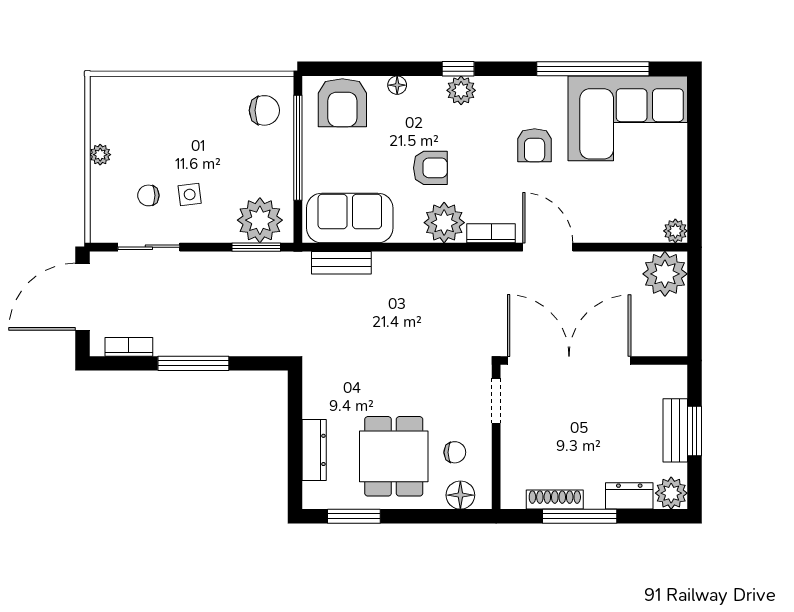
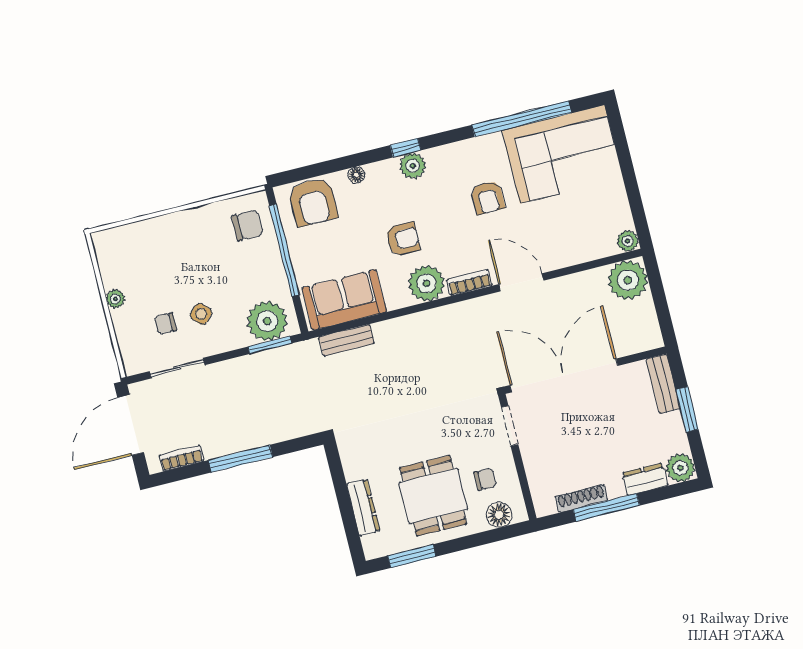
side table: (190, 194) -> (201, 314), turned -37
bench: (675, 430) -> (663, 384), moved

